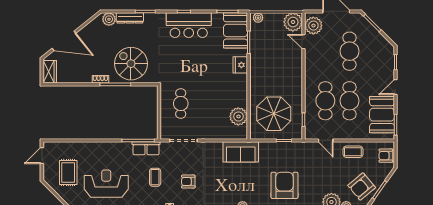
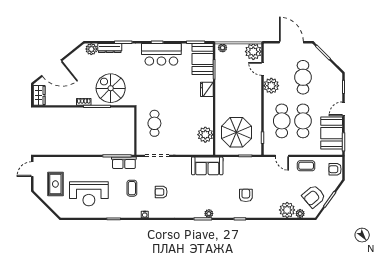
plant: (313, 26) -> (271, 86), moved
reception desk: (106, 184) -> (89, 194), turned 180
armchair: (284, 185) -> (246, 195), width x0.53, depth x0.53

